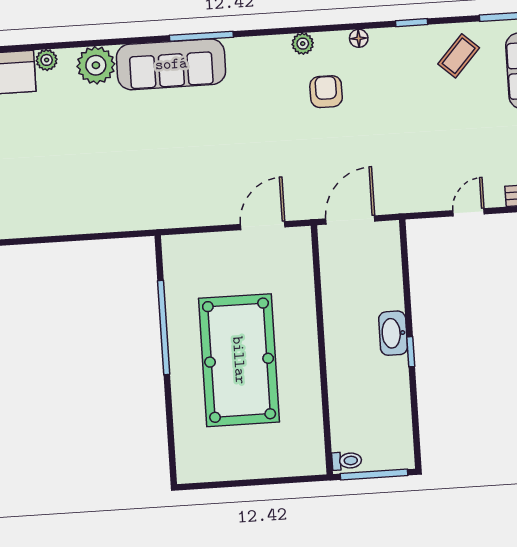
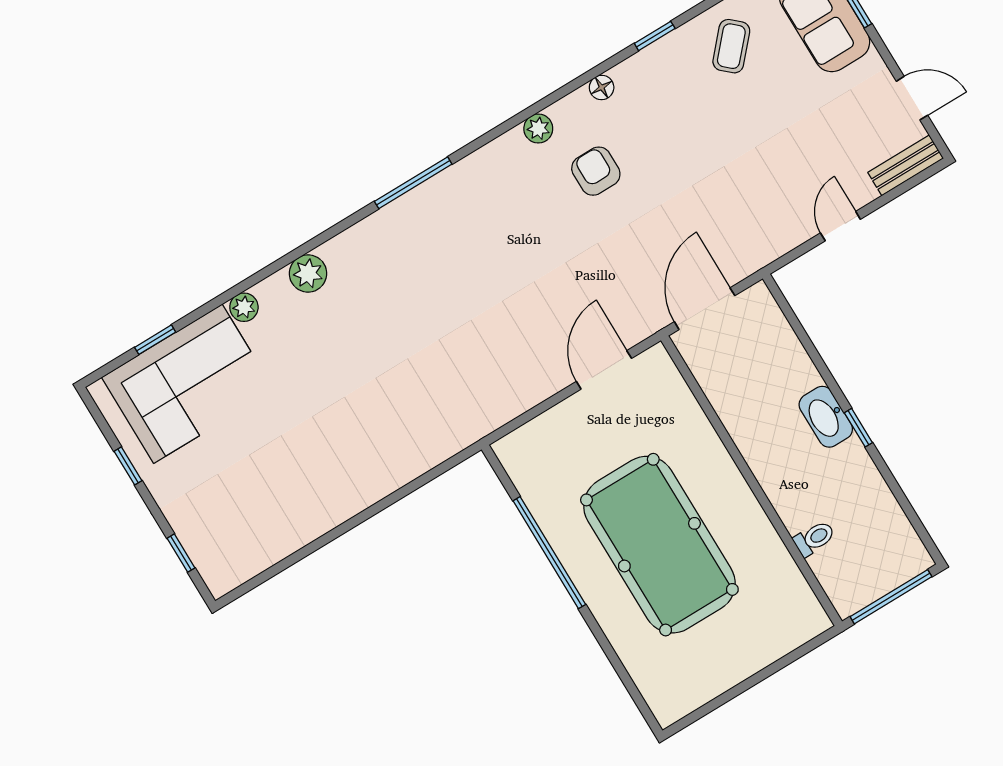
sofa: (171, 64) -> (395, 235), removed
plant: (96, 65) -> (308, 273), width x0.73, depth x0.73
toilet: (347, 461) -> (814, 538), moved

